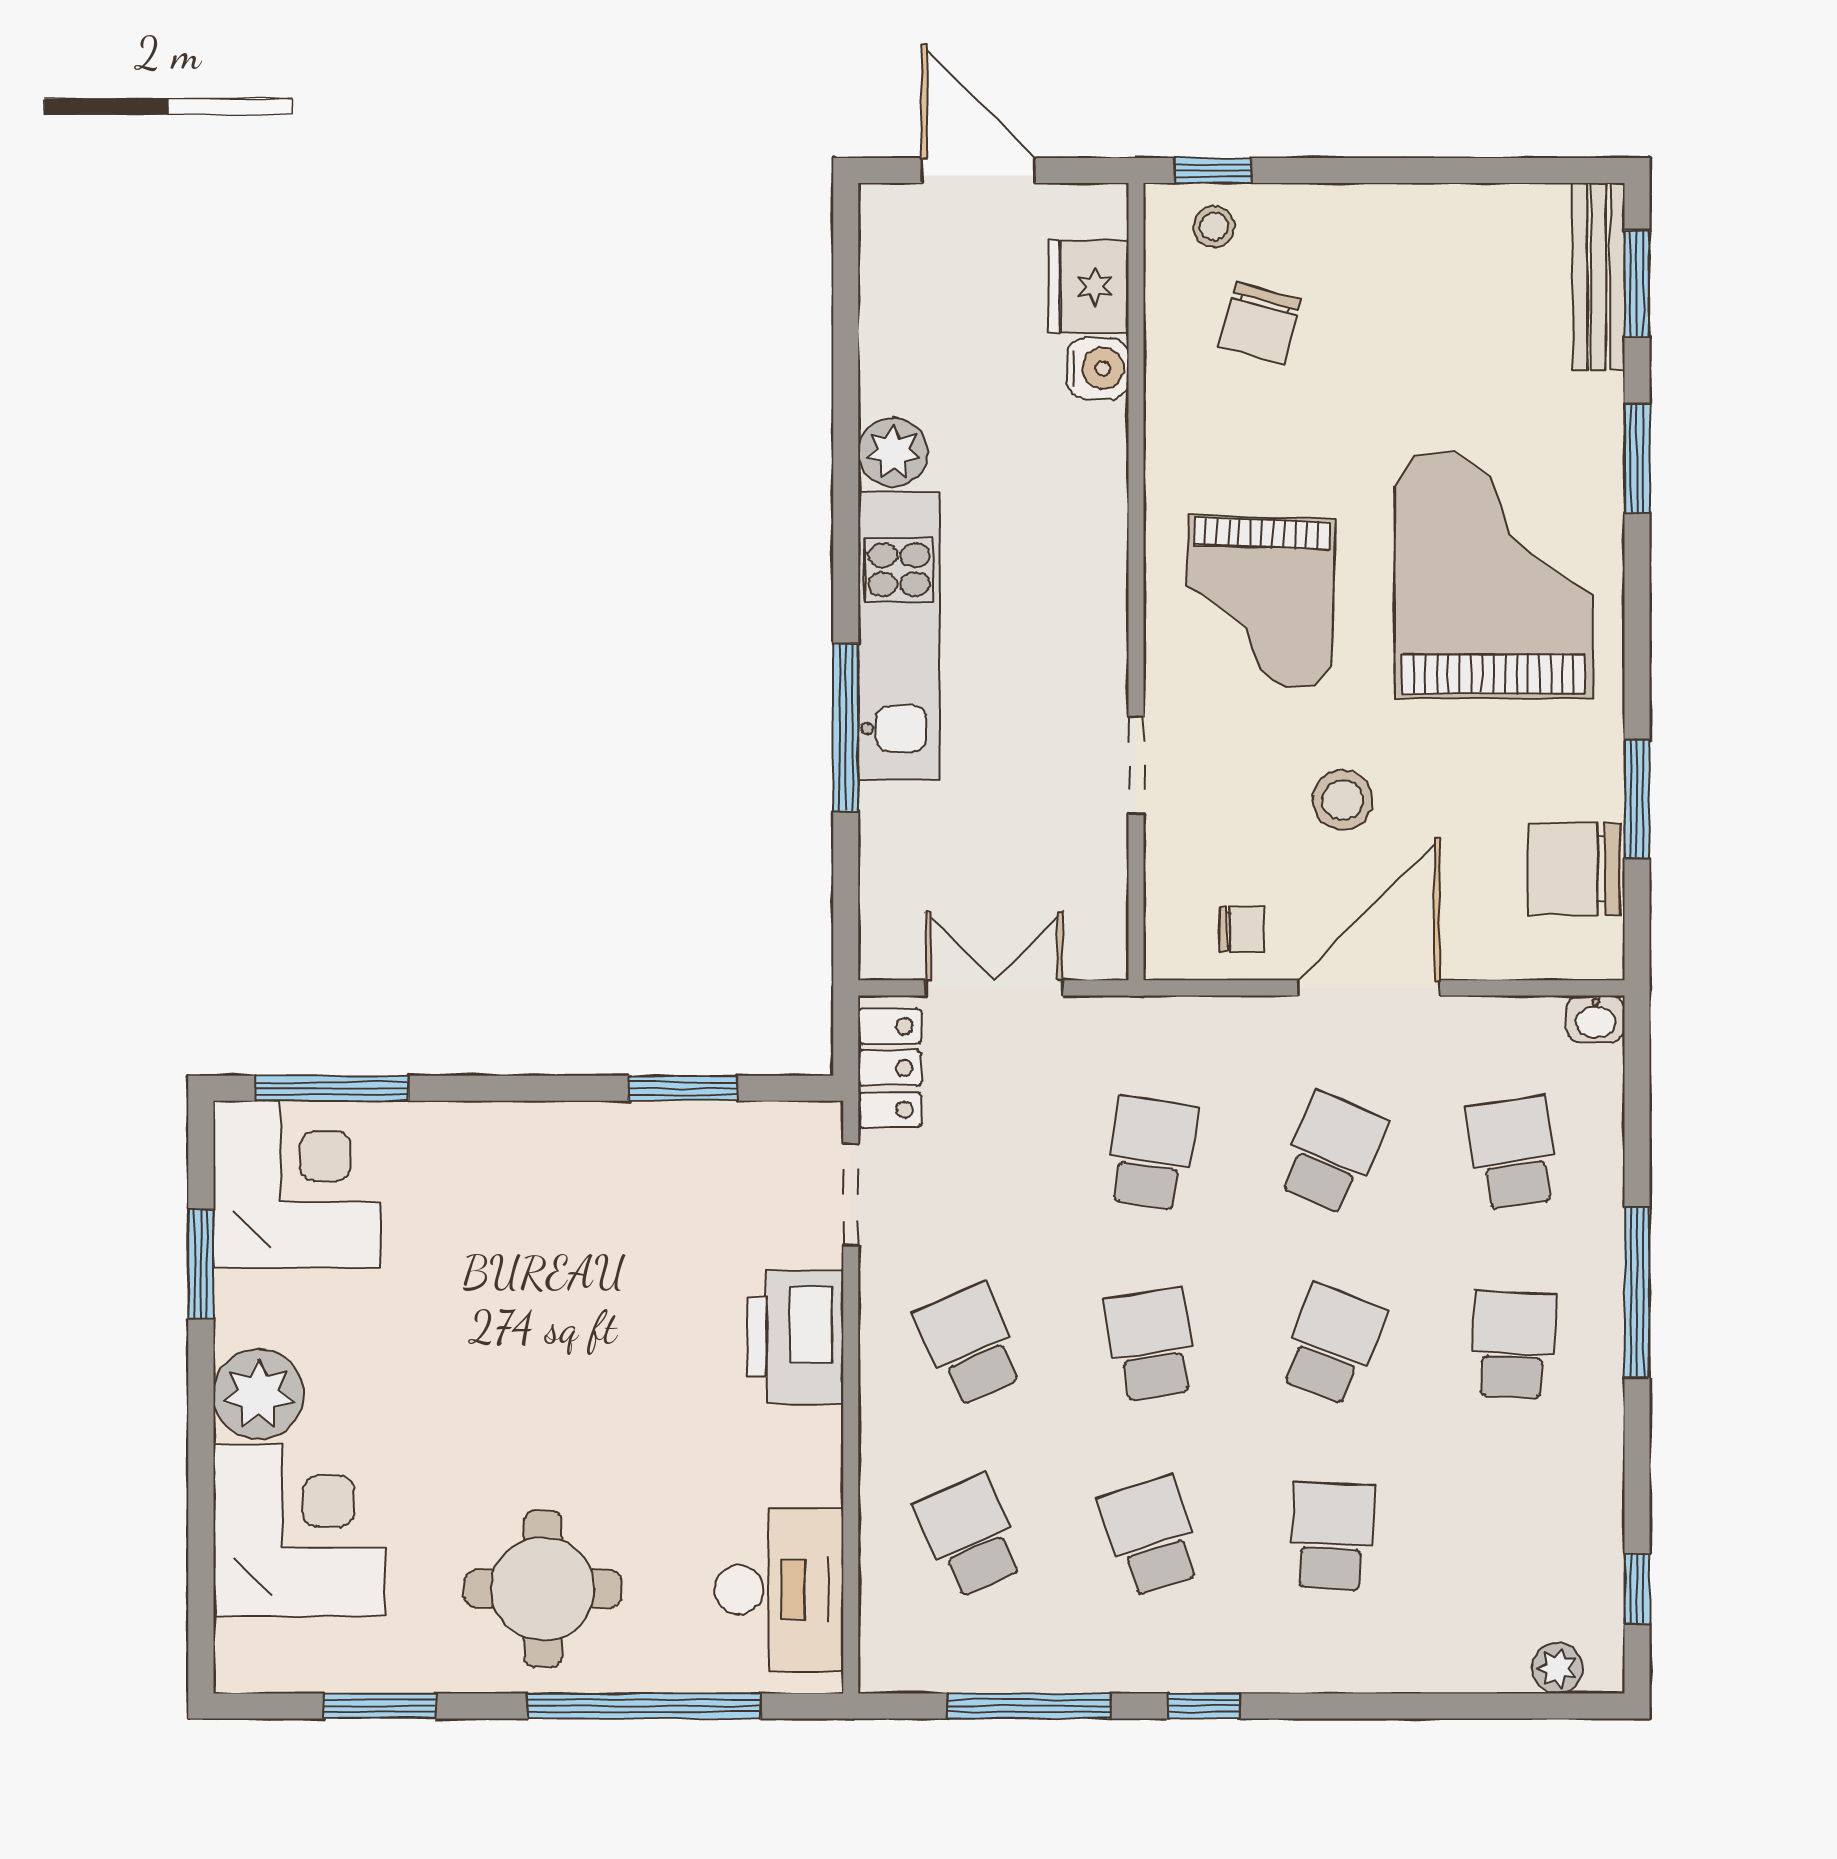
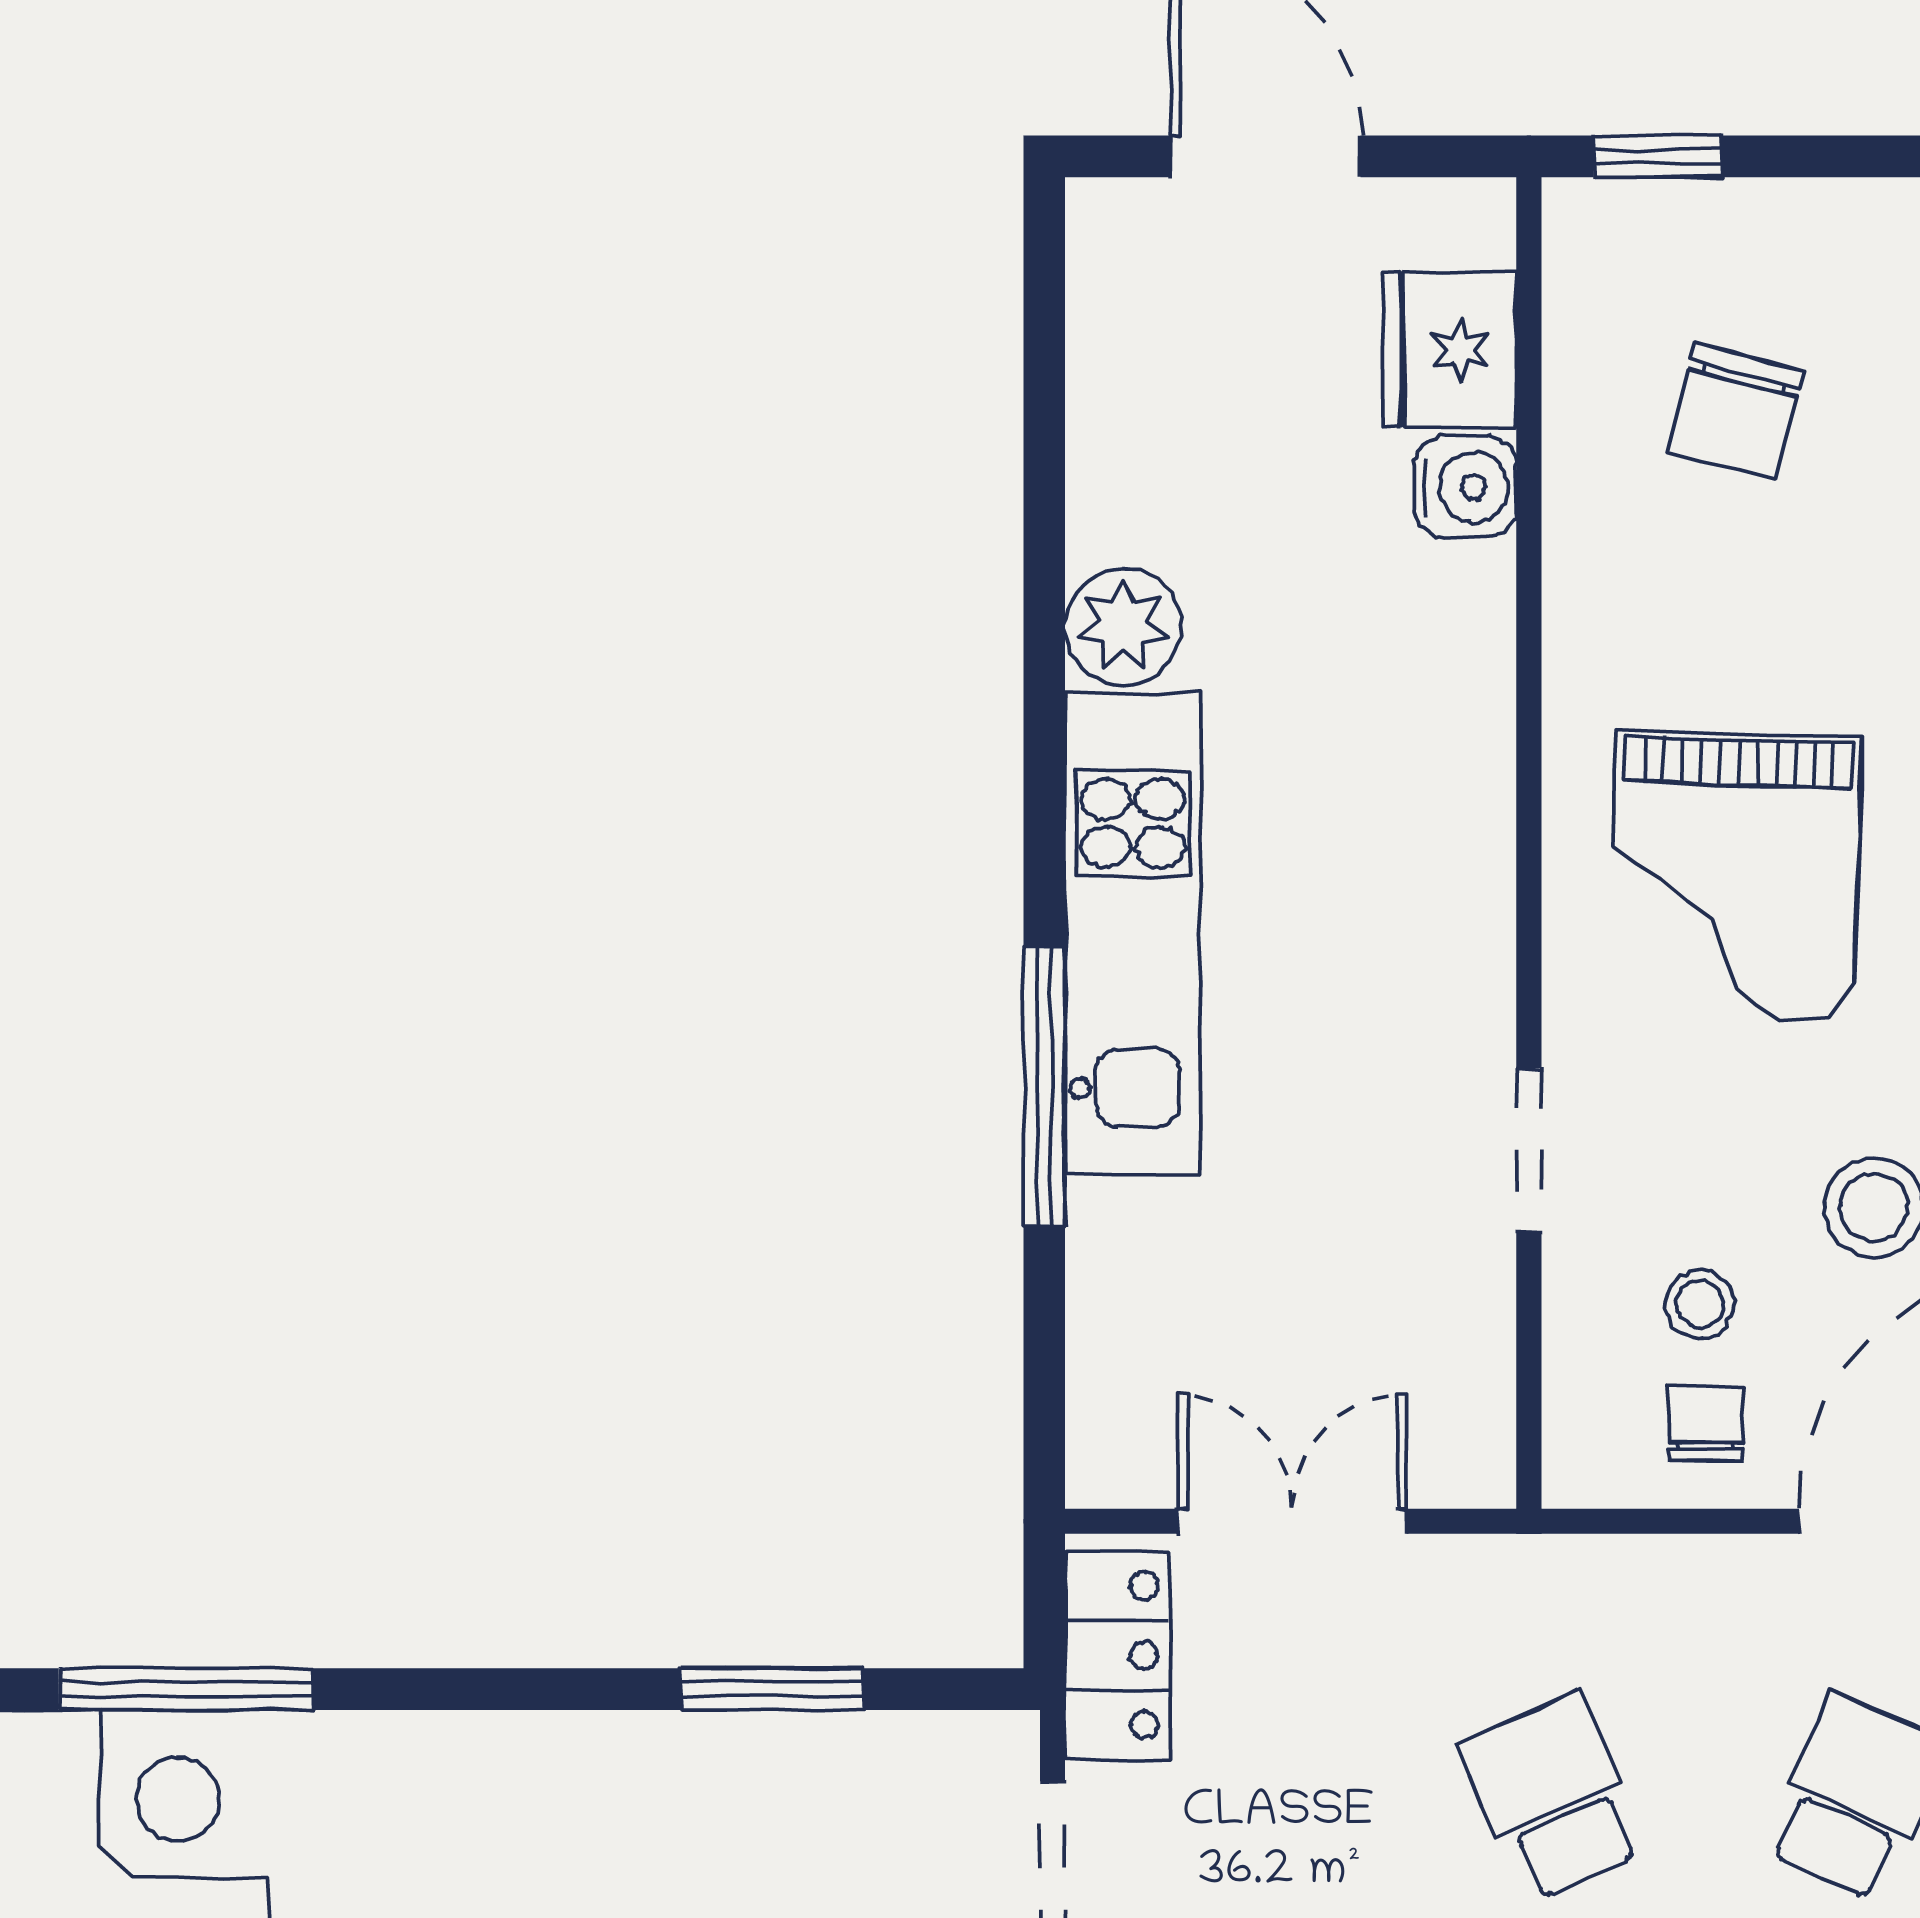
stool: (1214, 226) -> (1700, 1304), moved
chair: (1242, 929) -> (1706, 1423), turned -90
school desk: (1151, 1153) -> (1554, 1797), turned -33

